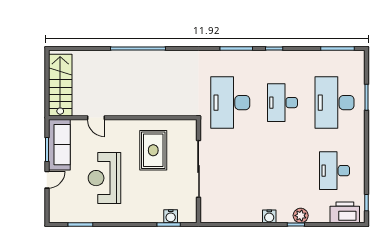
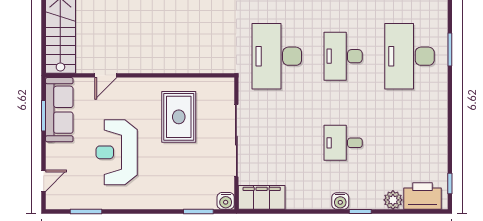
door: (96, 118) -> (106, 75), hinge flipped
desk: (335, 171) -> (343, 143), moved, width x0.73
door: (47, 180) -> (44, 181), moved
filing cabinet: (218, 214) -> (262, 197), added
water cooler: (171, 216) -> (226, 201), moved
water cooler: (269, 216) -> (340, 201), moved
plant: (301, 216) -> (393, 200), moved

